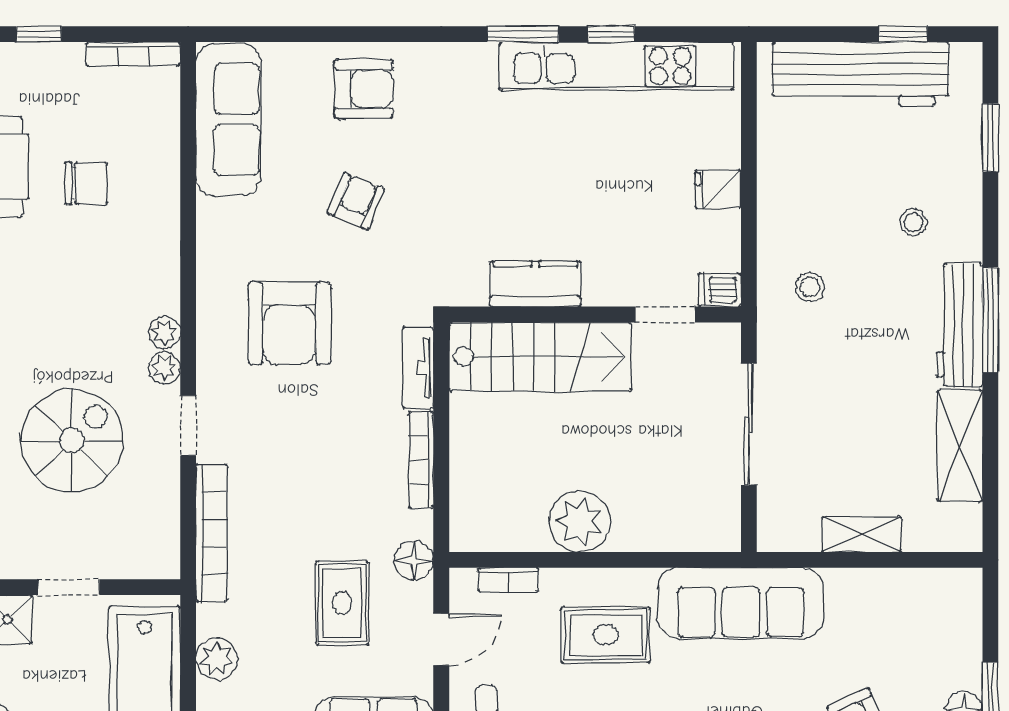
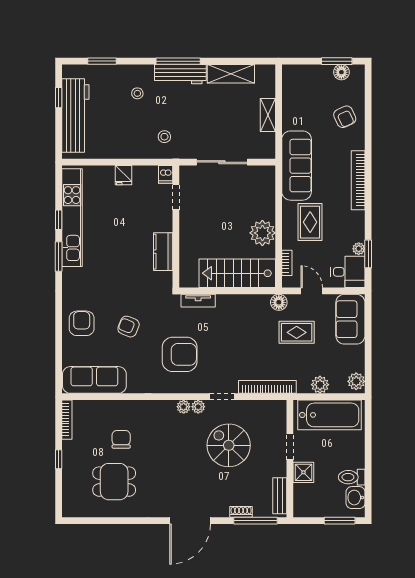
stairs: (540, 357) -> (237, 273), moved, turned -90
bookcase: (421, 460) -> (237, 299), removed

